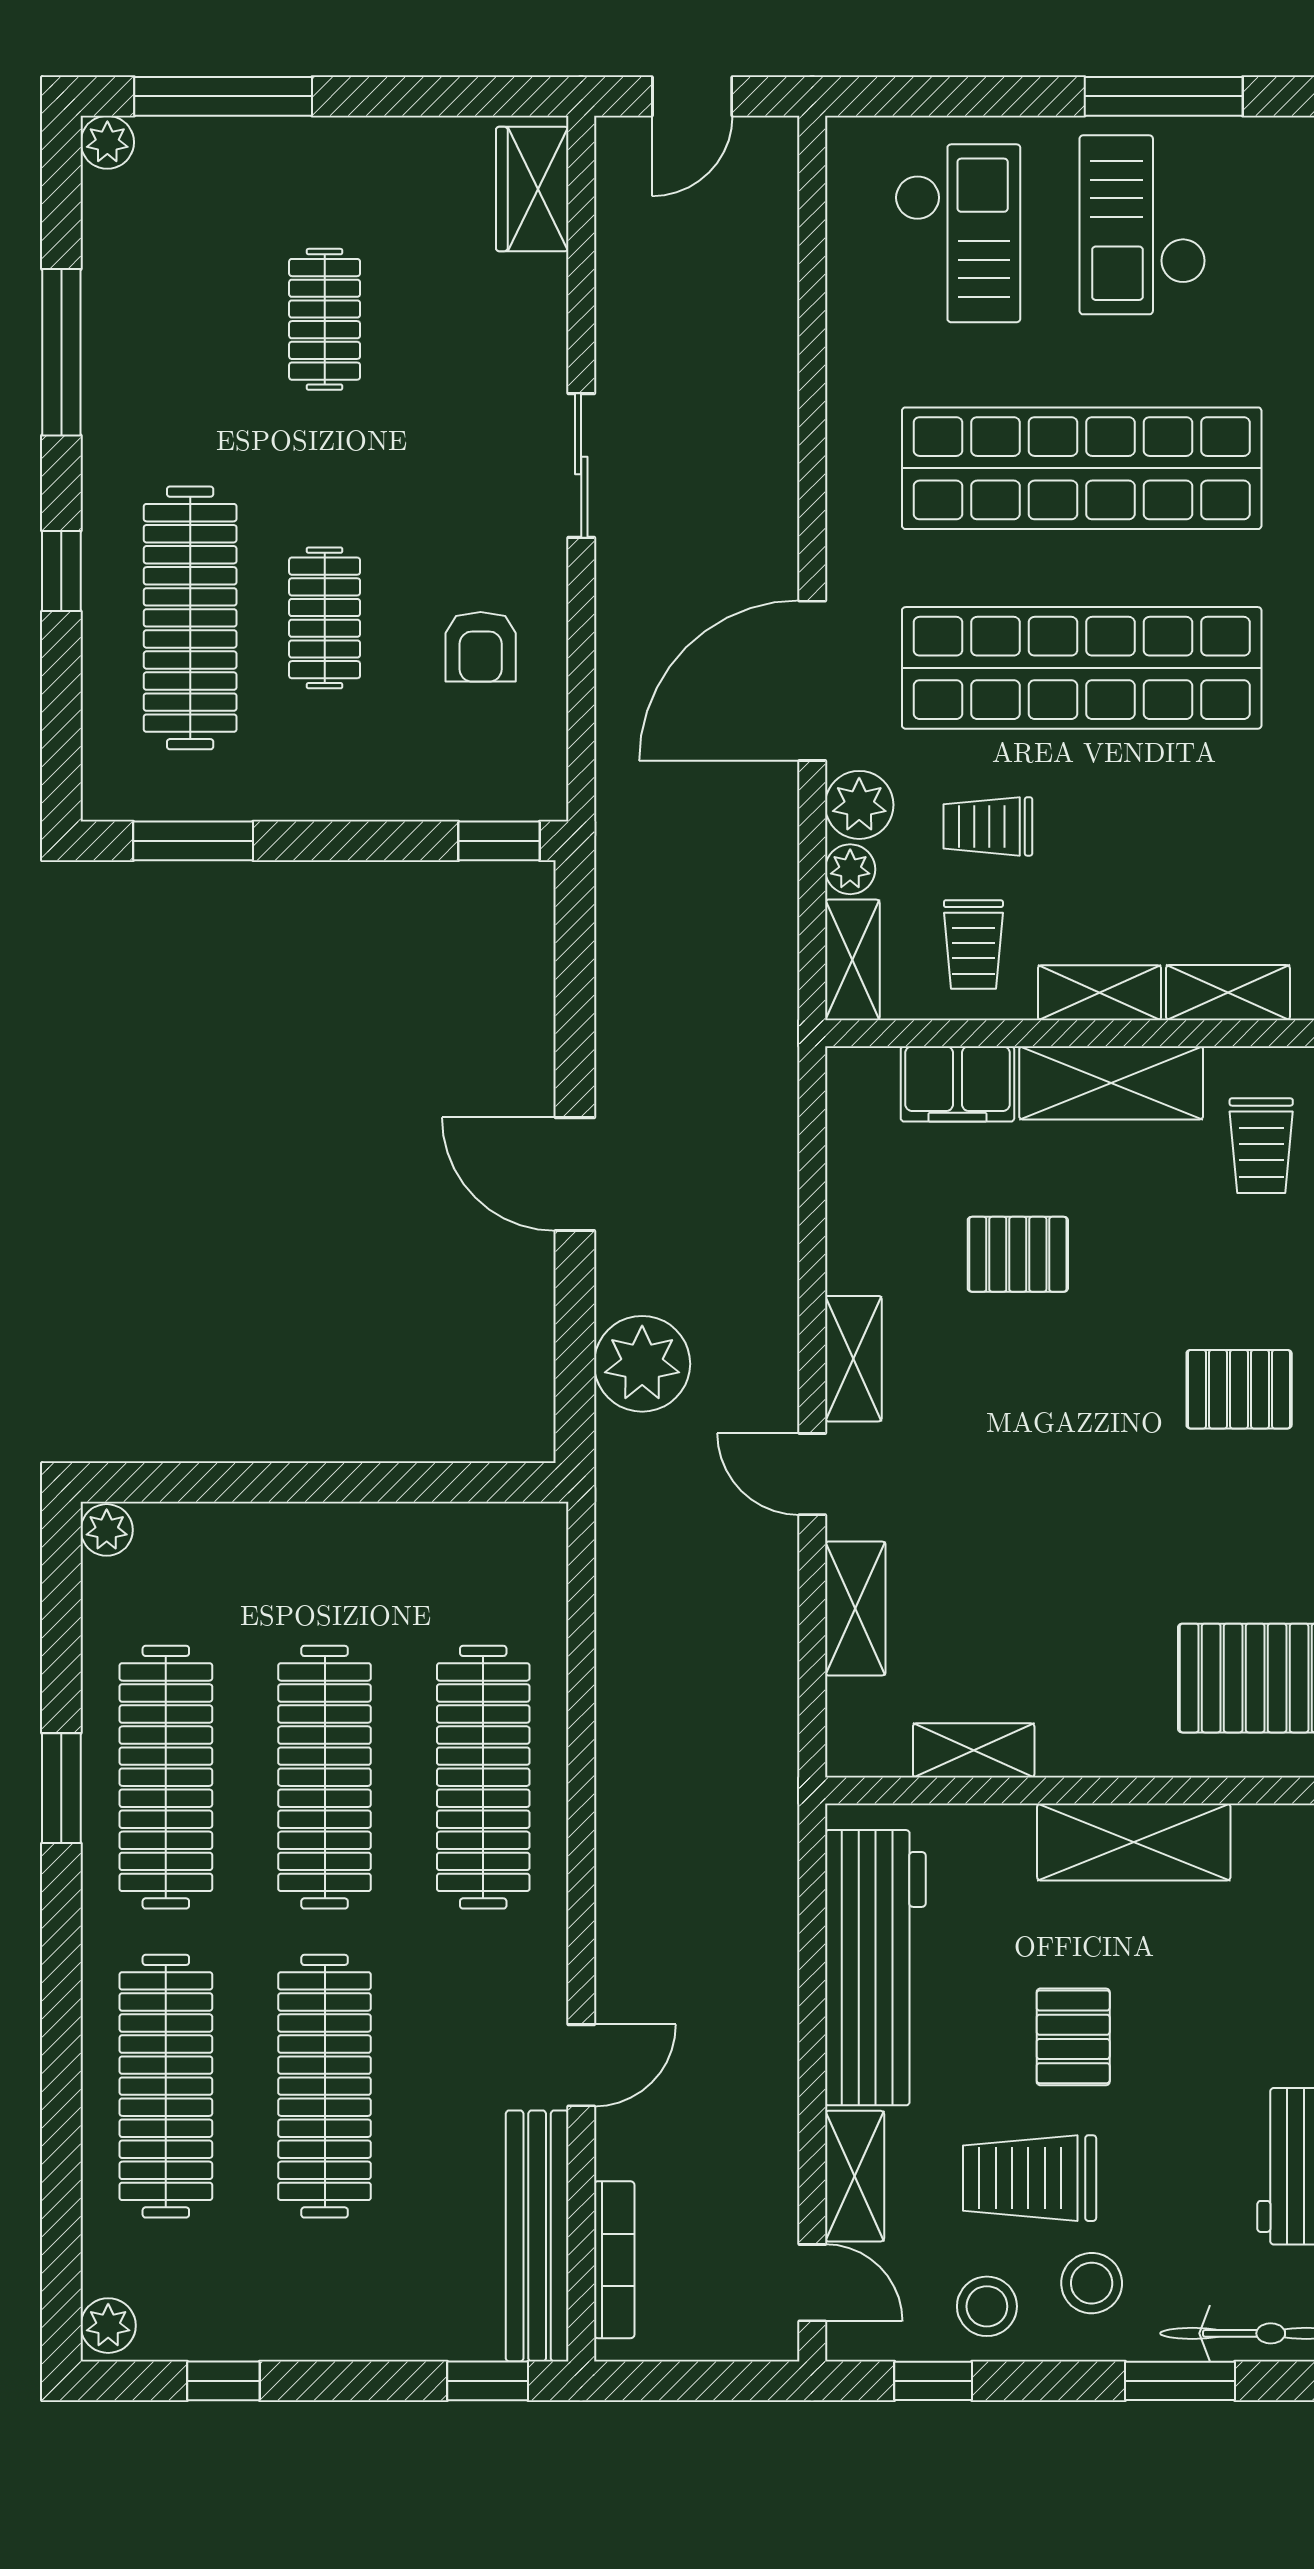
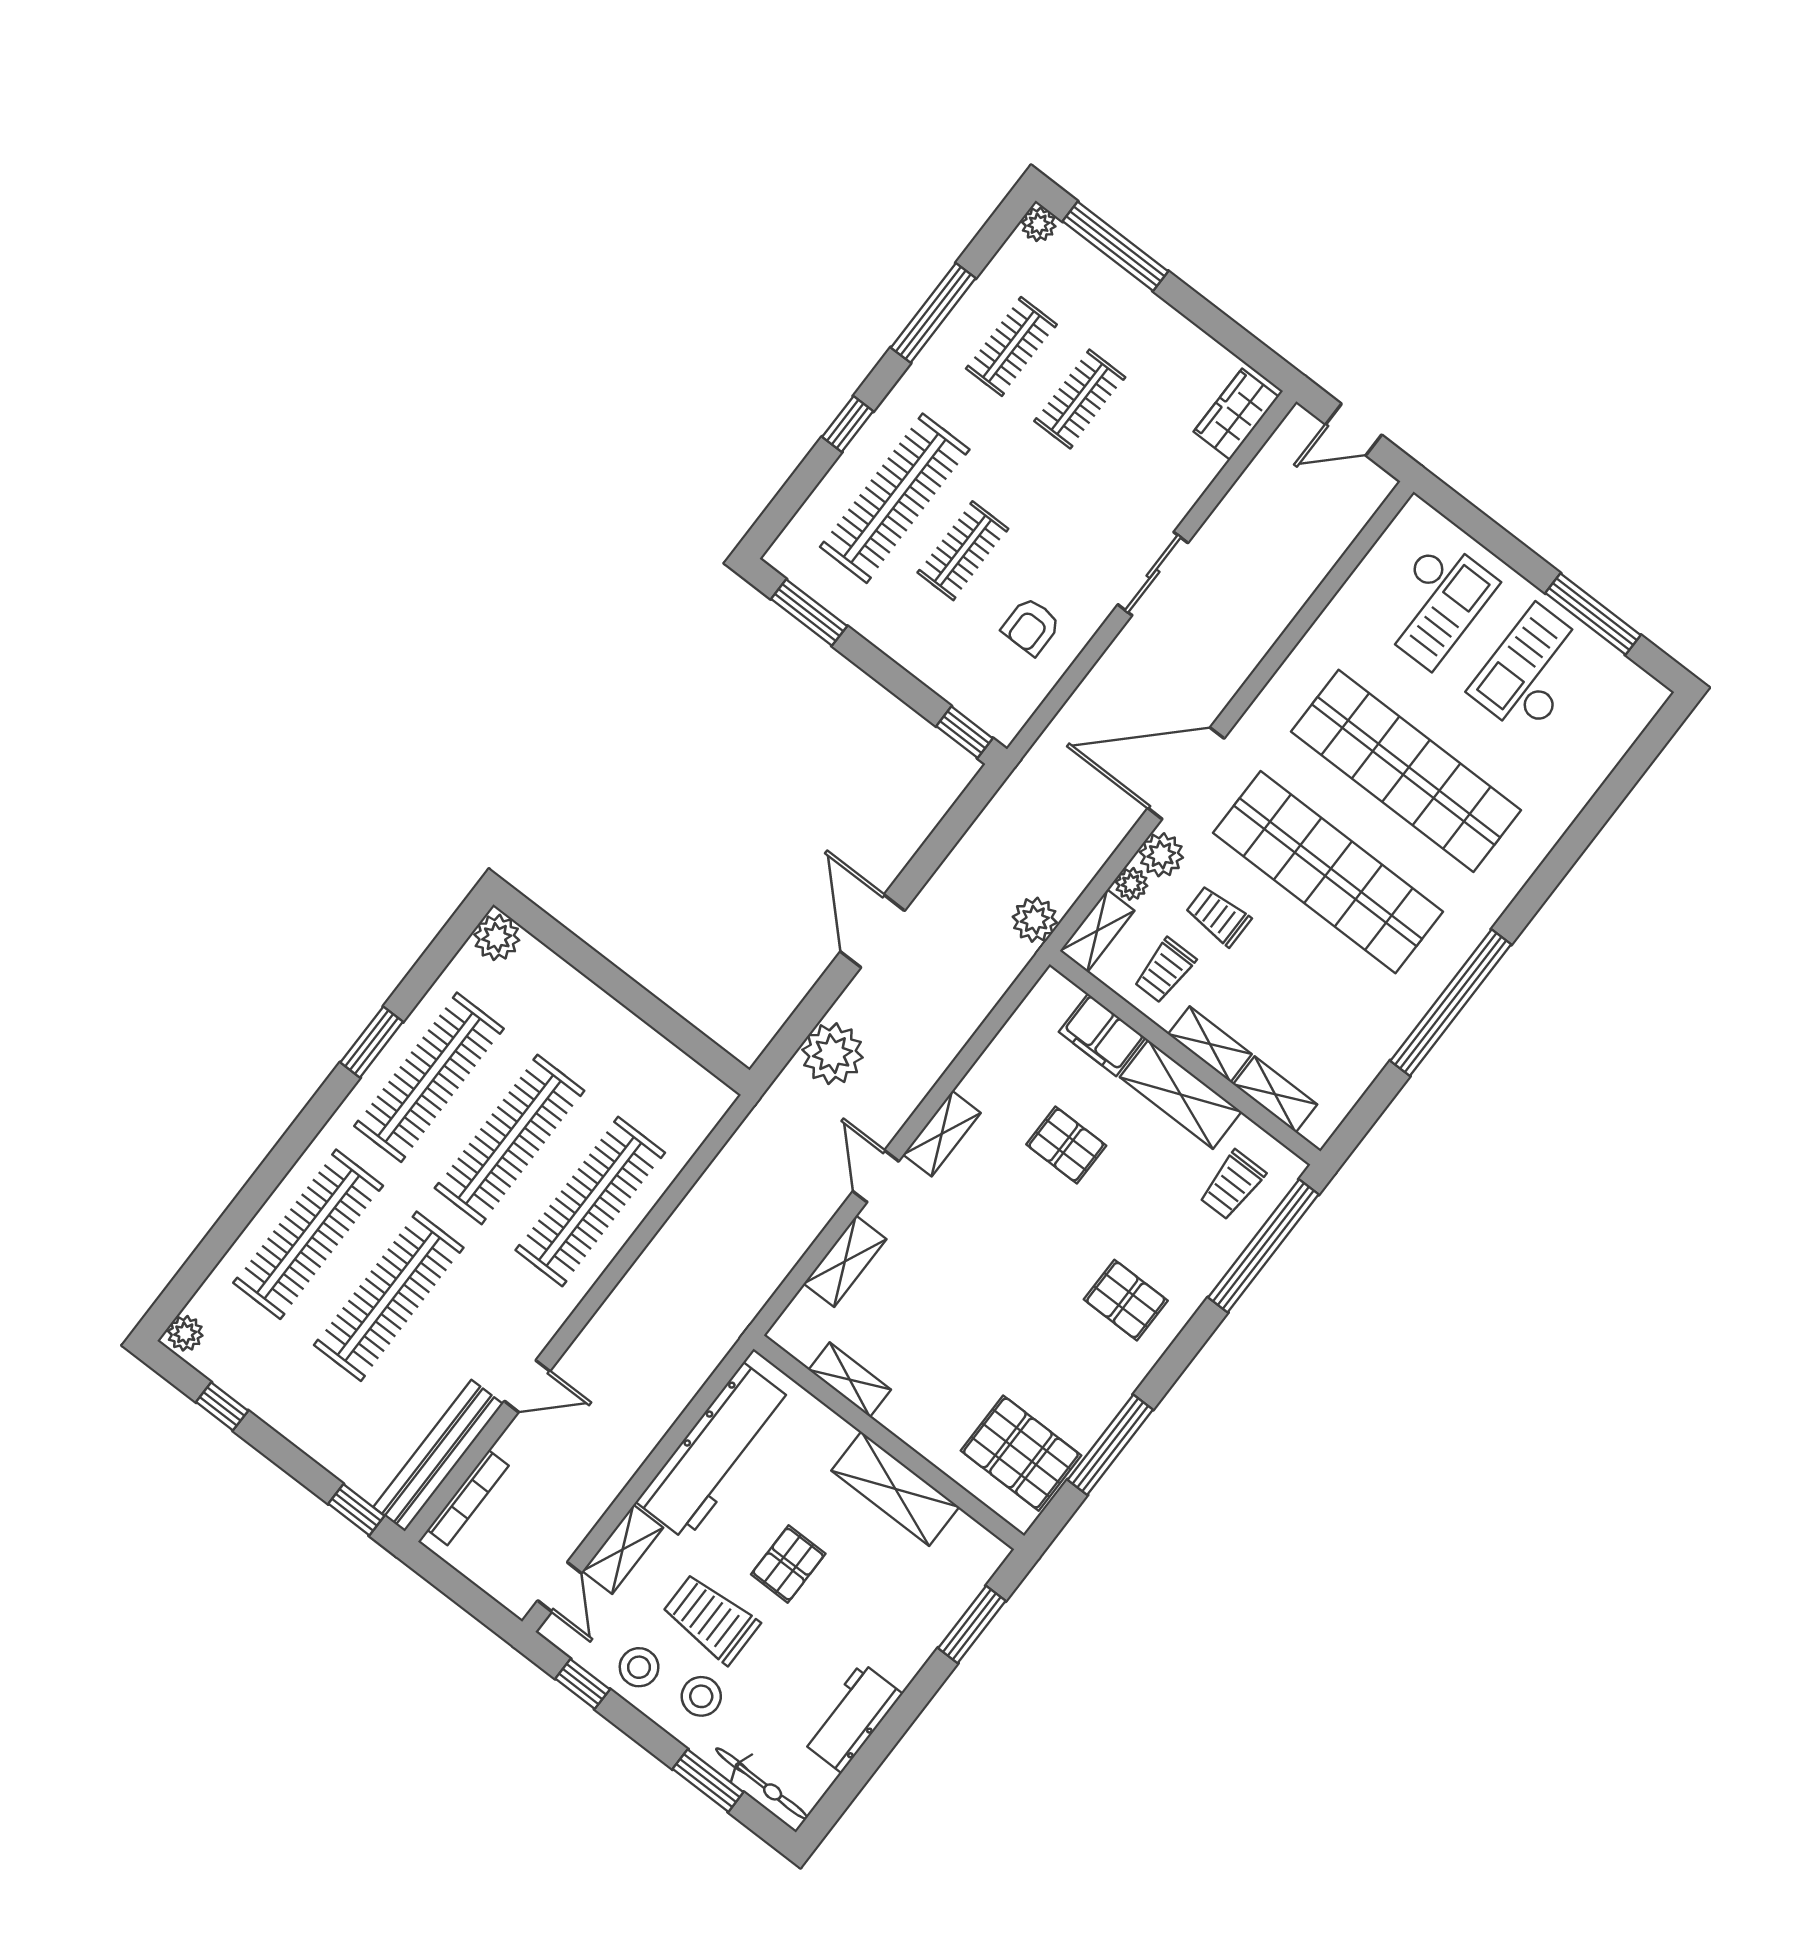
clothes rail: (190, 319) -> (1011, 347), added
plant: (765, 1006) -> (1035, 920), added
plant: (107, 1530) -> (497, 937), width x1.38, depth x1.38

